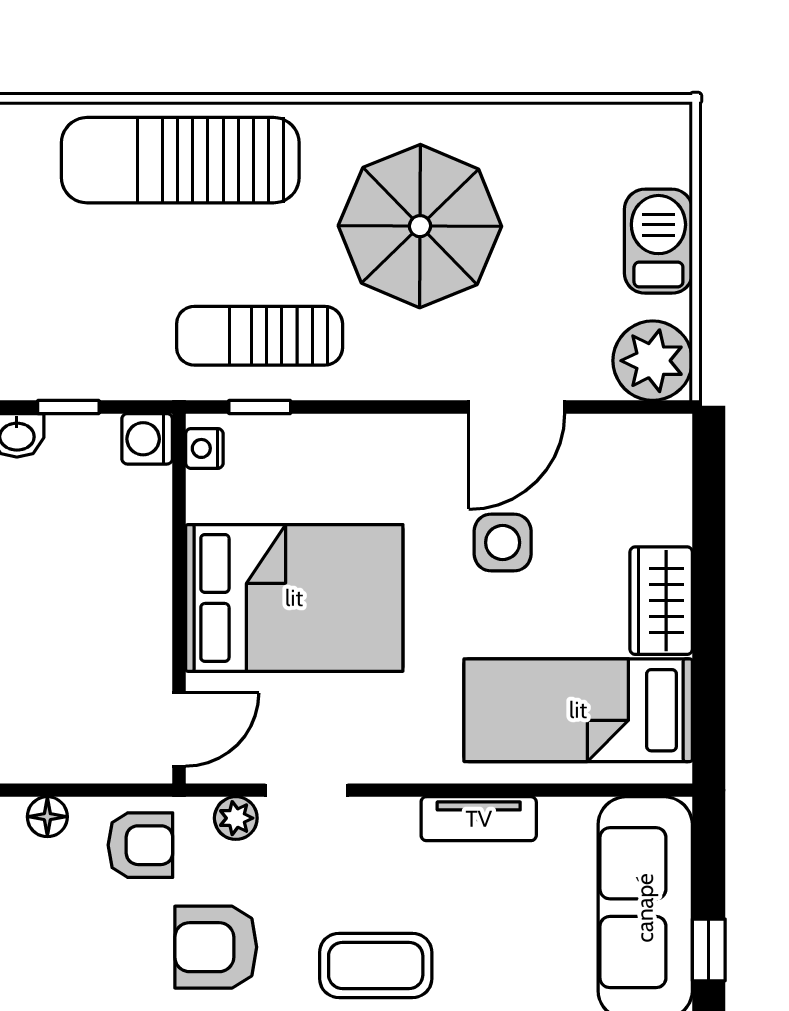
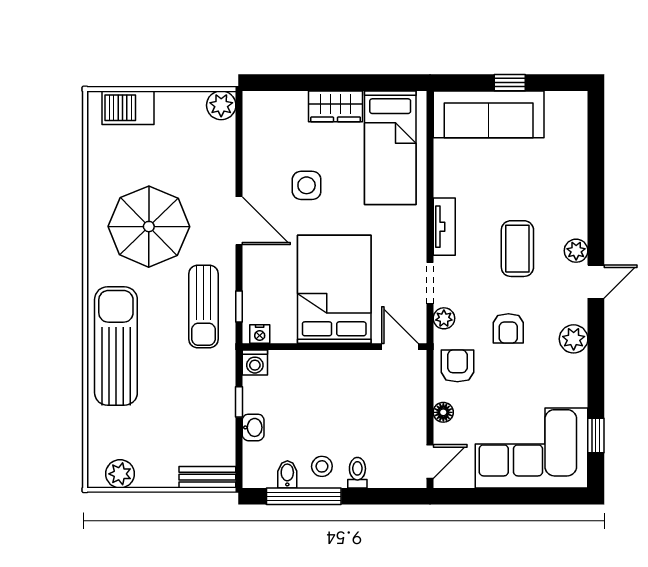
sun lounger: (180, 160) -> (116, 346), turned 180
barbecue: (658, 241) -> (128, 108), moved
plant: (653, 361) -> (221, 105), width x0.73, depth x0.73
door: (517, 407) -> (239, 221), moved
tv unit: (479, 819) -> (444, 227), moved
armchair: (216, 947) -> (508, 328), width x0.72, depth x0.72

